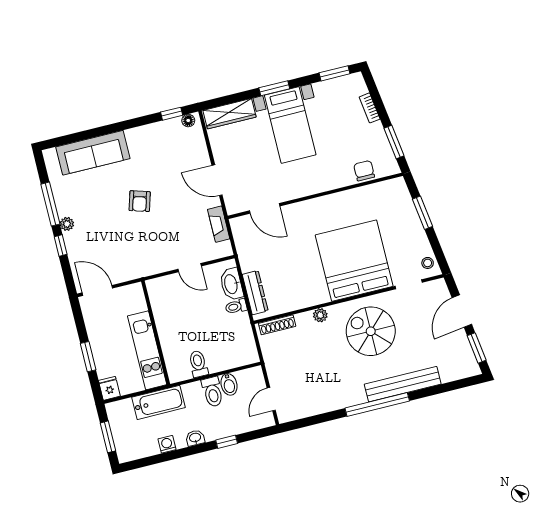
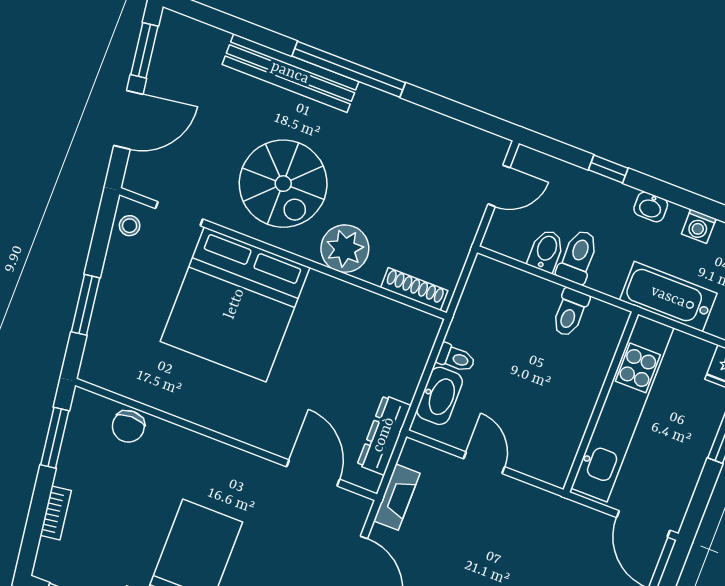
dresser: (255, 293) -> (384, 435), moved
plant: (320, 315) -> (345, 249), width x1.88, depth x1.88
kitchen unit: (147, 350) -> (622, 408), width x1.36

